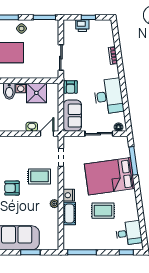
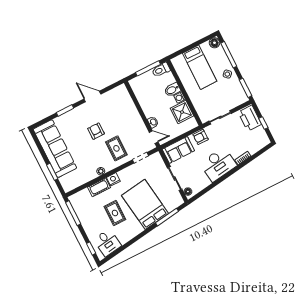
printer: (82, 26) -> (250, 118), width x1.87, depth x1.48
desk: (109, 96) -> (218, 164), moved

